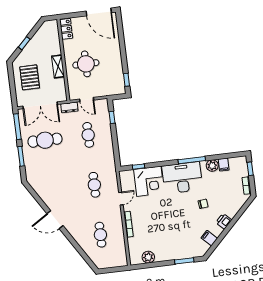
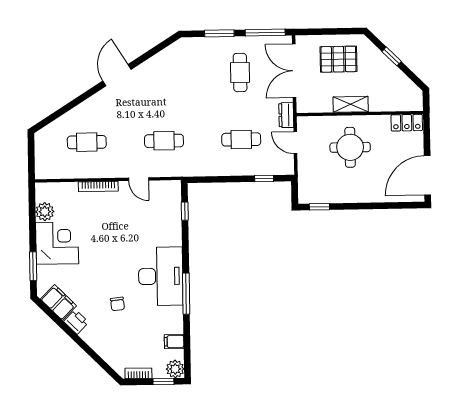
door: (87, 100) -> (295, 143), hinge flipped
cafe table: (45, 140) -> (240, 73), width x0.73, depth x0.74
plant: (212, 166) -> (175, 369), moved
corner desk: (149, 181) -> (57, 243), moved, turned 180
printer: (224, 221) -> (76, 322), moved
filing cabinet: (209, 238) -> (58, 302), width x2.00

